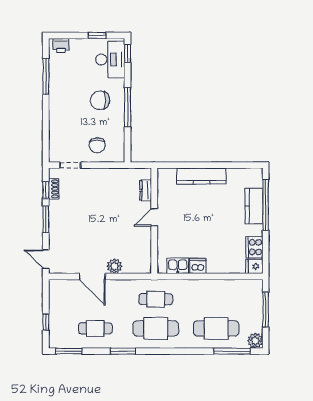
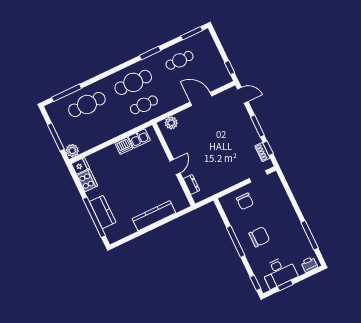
desk: (110, 60) -> (279, 272), moved, turned -90
chair: (97, 145) -> (245, 201), turned 180
plant: (114, 266) -> (171, 123), moved
window: (46, 322) -> (230, 68), moved
plant: (255, 341) -> (72, 151), moved

